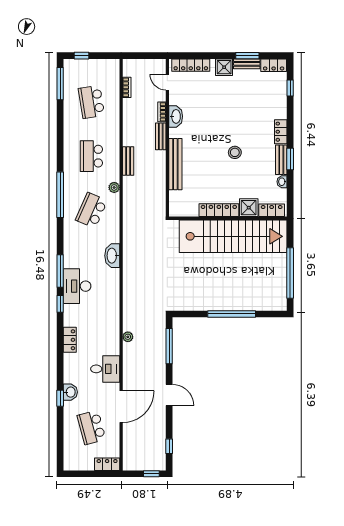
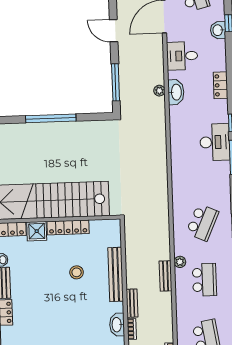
stool: (235, 152) -> (77, 272), moved
plant: (114, 187) -> (180, 262), moved
washbasin: (112, 256) -> (176, 92), moved

